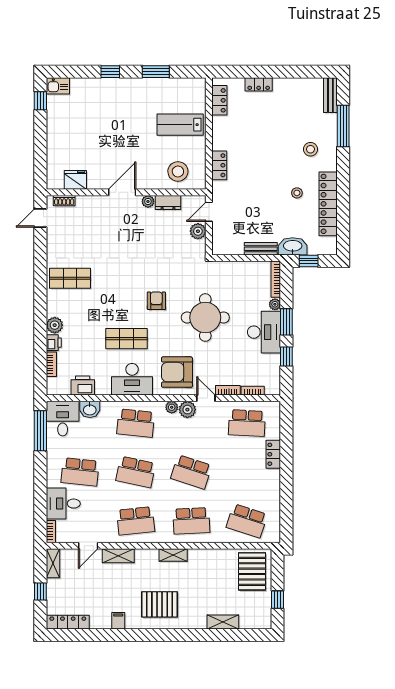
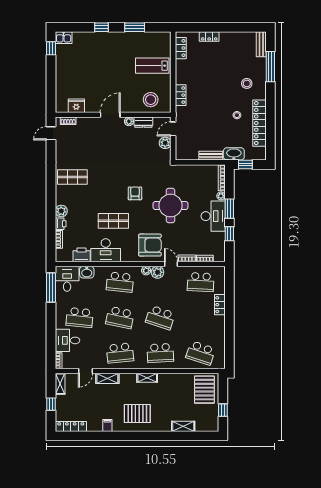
armchair: (177, 372) -> (150, 245), turned 180
desk: (132, 379) -> (106, 250), moved

